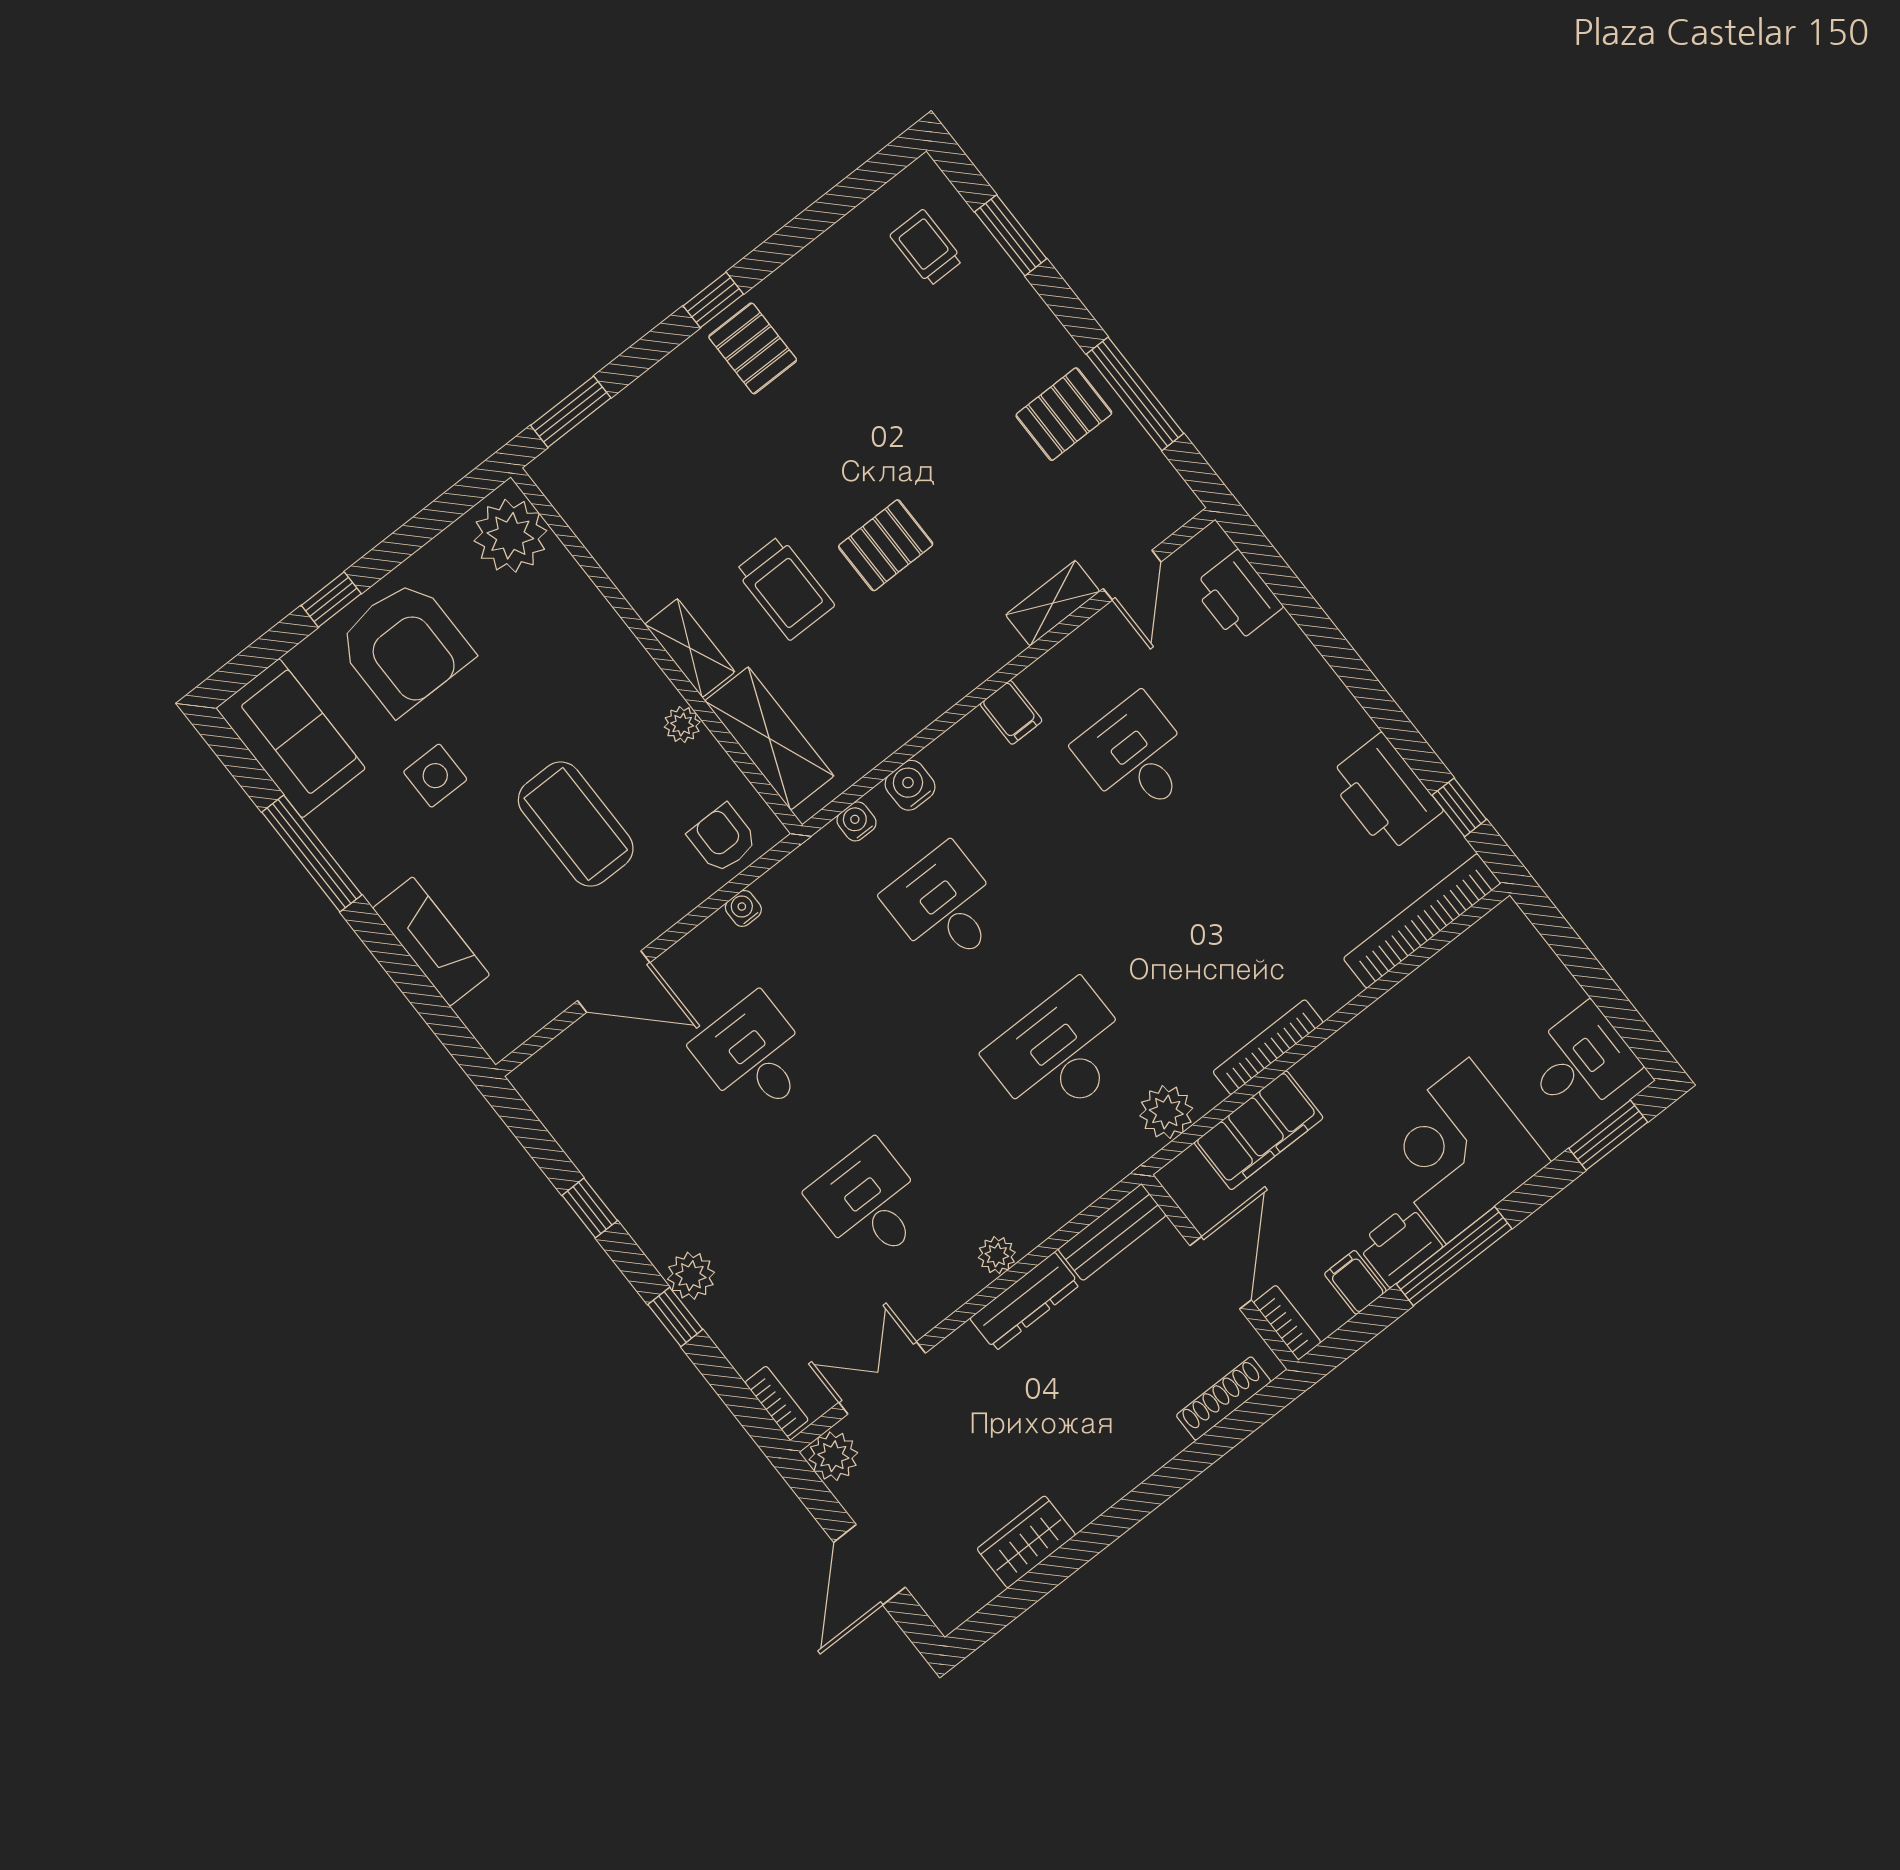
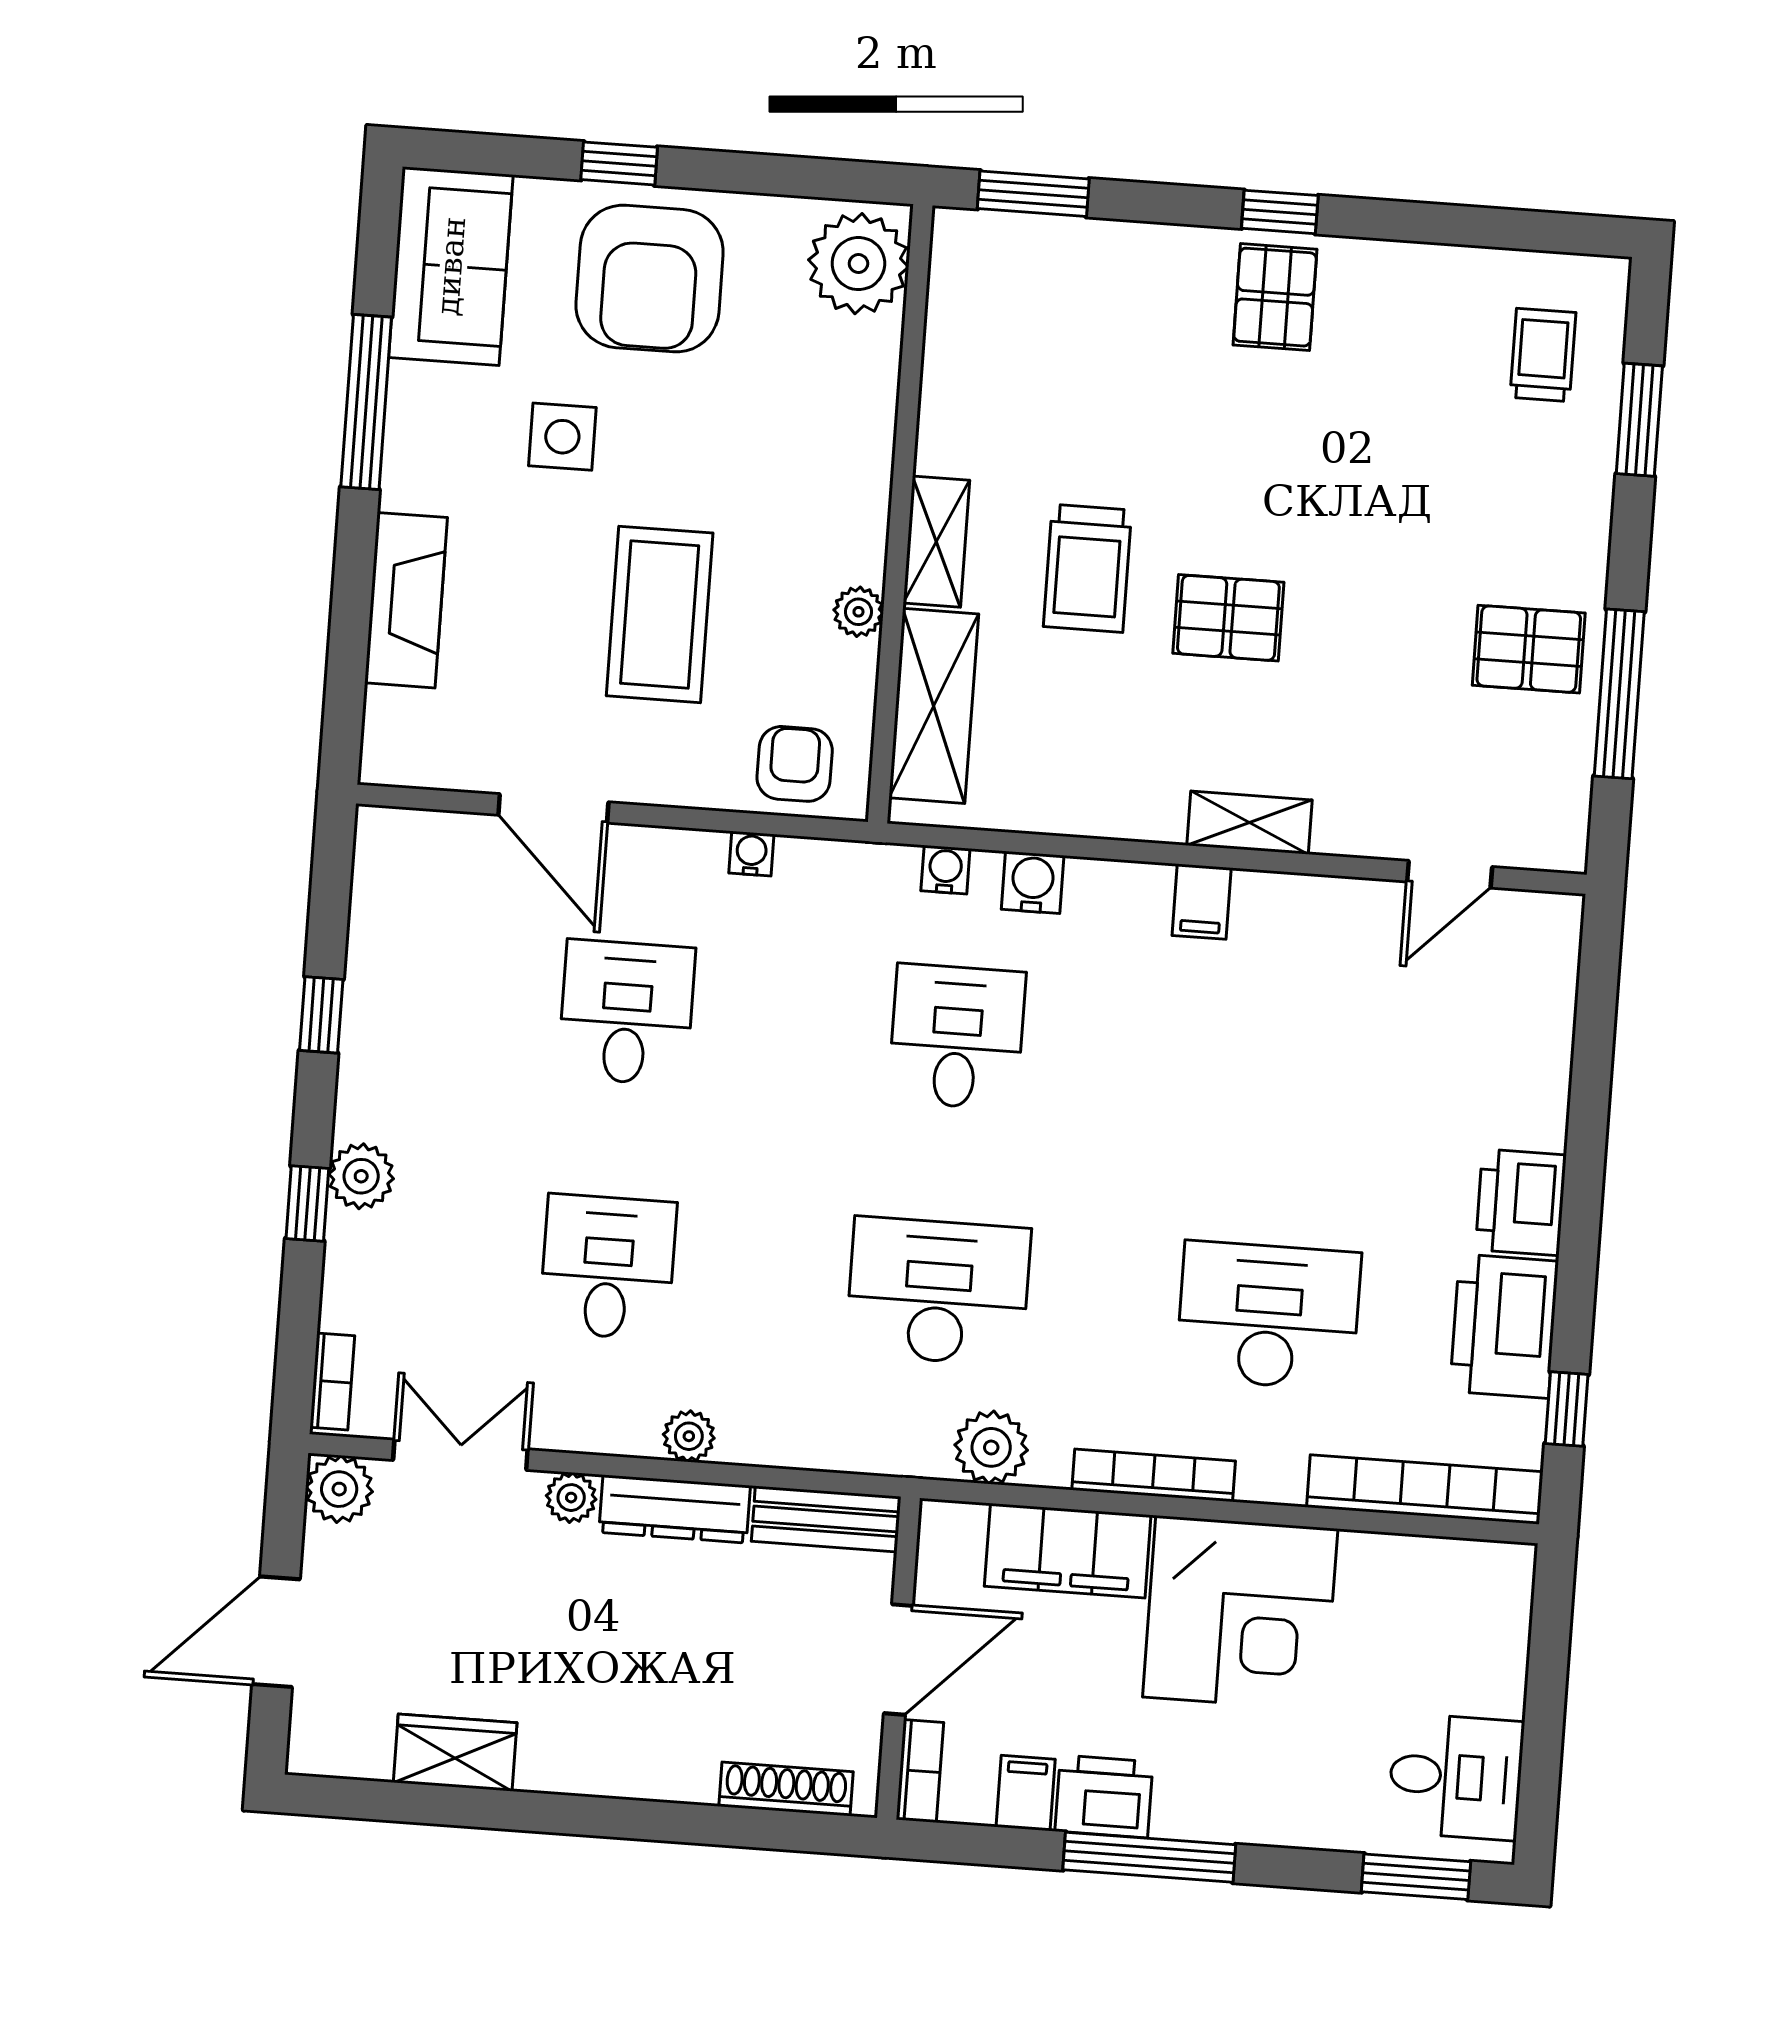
printer: (1237, 596) -> (1521, 1202), moved
shelving: (1053, 603) -> (1250, 823), moved
desk: (1136, 757) -> (1268, 1315), moved, width x1.37
corner desk: (1458, 1151) -> (1240, 1613), moved, turned 180
plant: (963, 1346) -> (571, 1498), added

